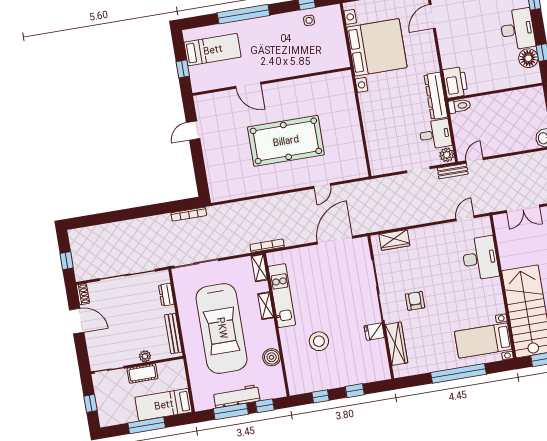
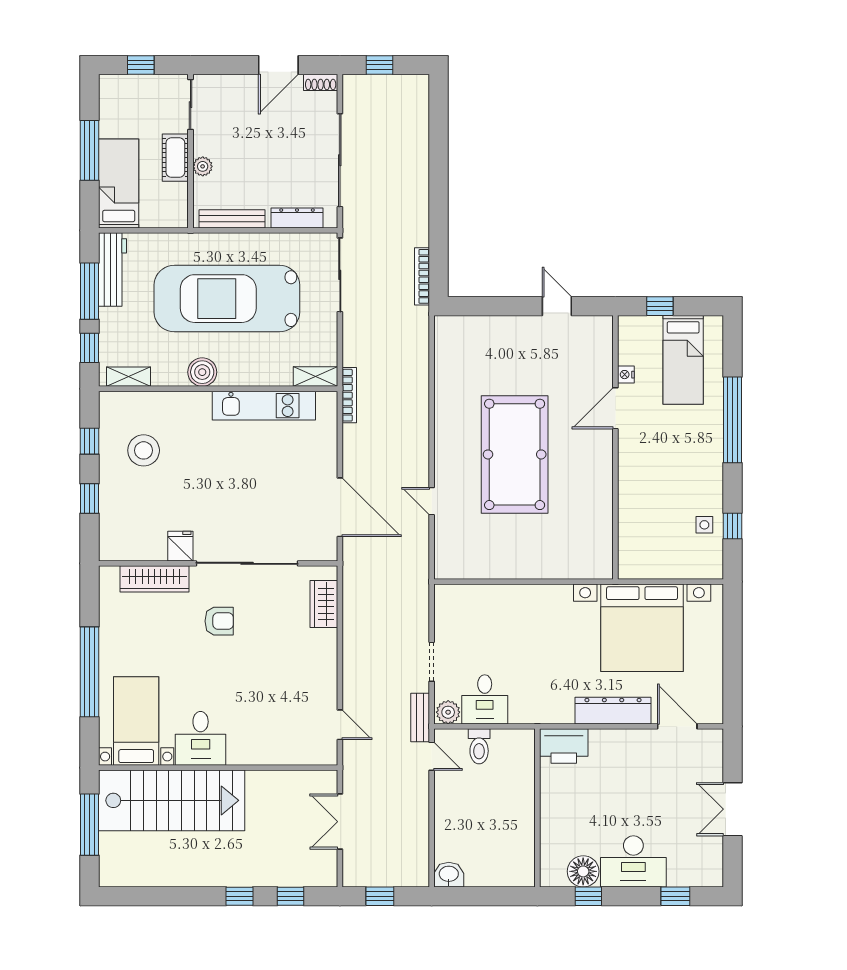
nightstand: (227, 82) -> (626, 375), added
dresser: (436, 96) -> (613, 711), moved
toilet: (459, 106) -> (479, 746), moved
desk: (480, 258) -> (201, 738), moved, width x0.73
dresser: (166, 295) -> (297, 218), width x1.44
shelving: (266, 306) -> (128, 377), moved
stool: (319, 341) -> (144, 450), moved
boiler: (272, 357) -> (202, 372), moved
workbench: (237, 396) -> (113, 269), moved

